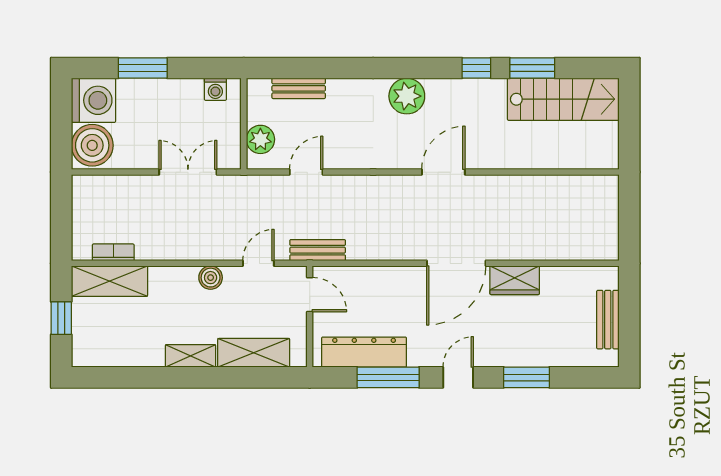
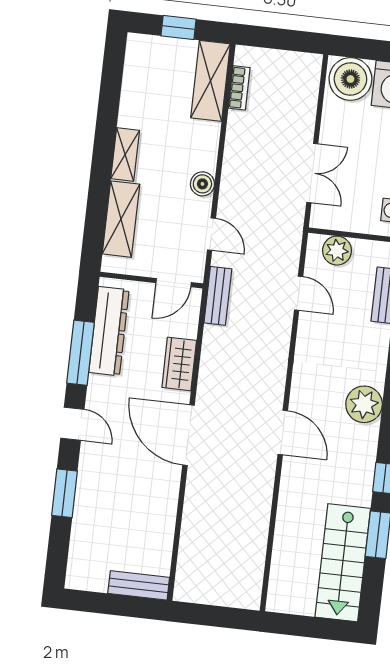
wardrobe: (515, 280) -> (179, 364), moved
bench: (608, 320) -> (139, 585), moved

